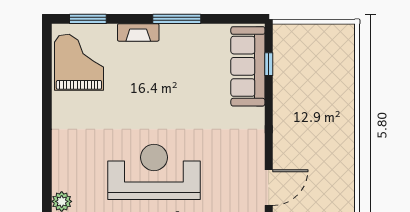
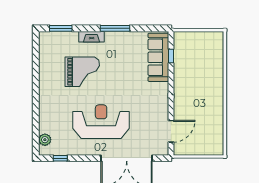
grand piano: (79, 62) -> (82, 72), moved, turned 90

